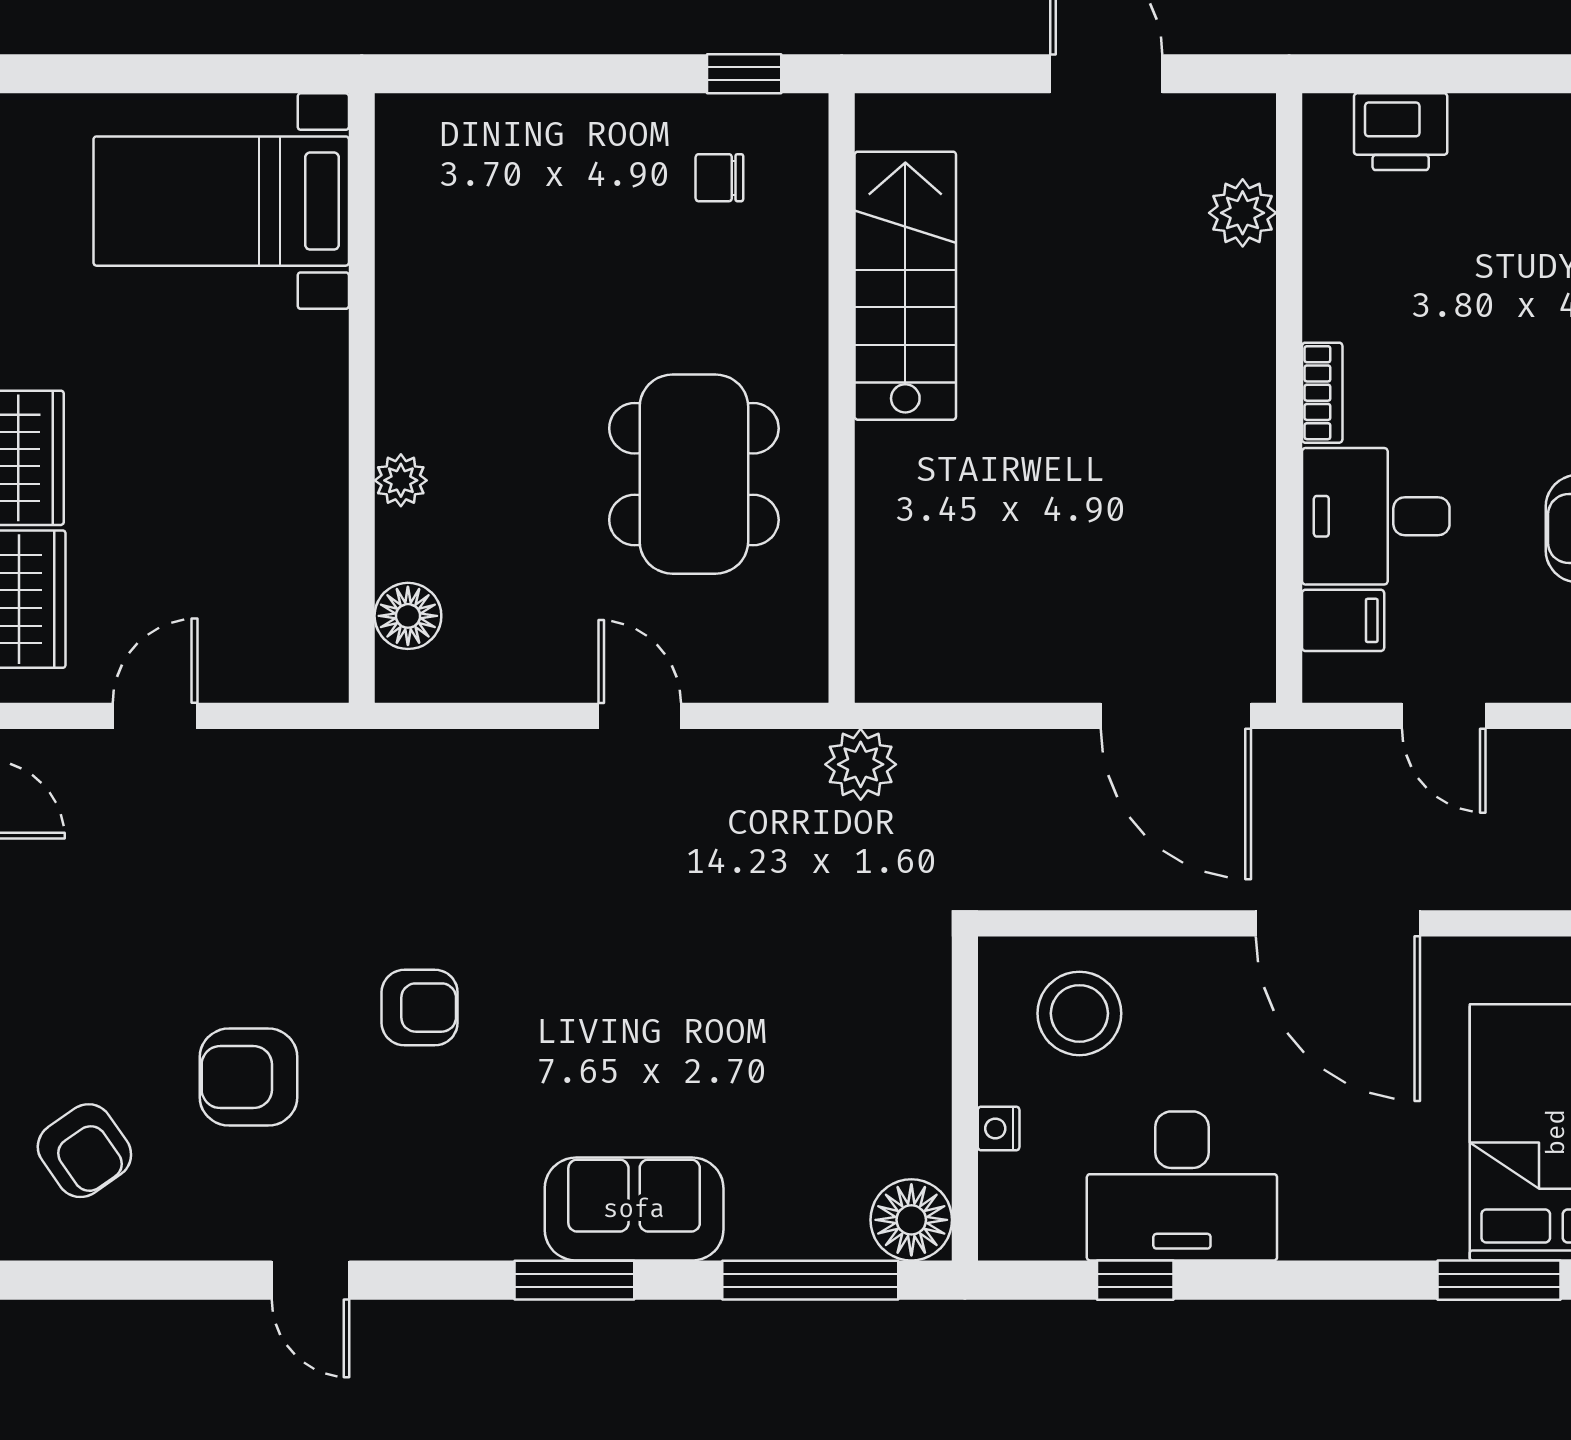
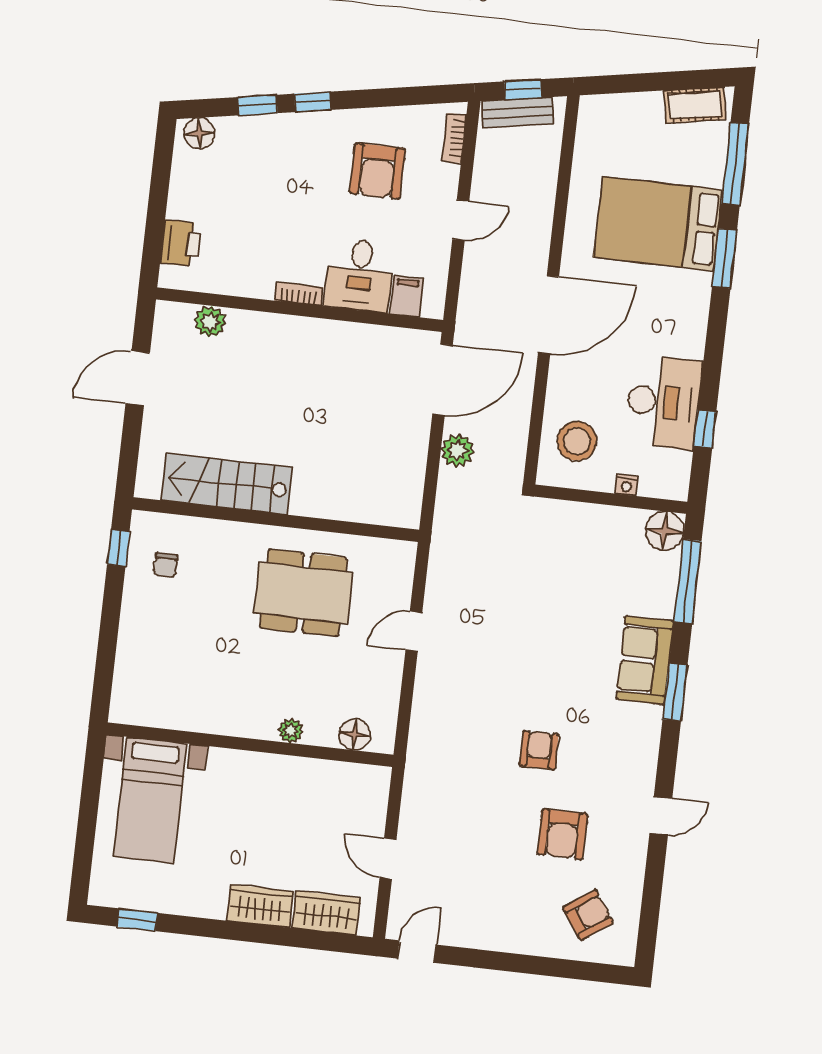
door: (1444, 716) -> (461, 220), moved
plant: (861, 764) -> (458, 450), moved

